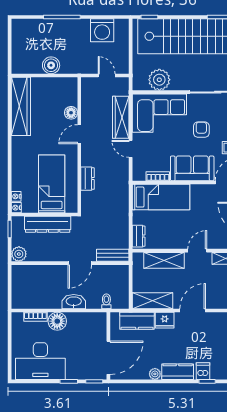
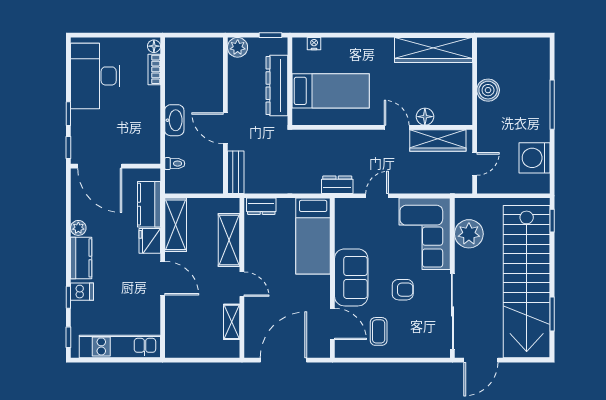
wardrobe: (121, 117) -> (438, 140), moved, turned 180
bookcase: (158, 176) -> (341, 232), removed
dresser: (87, 179) -> (337, 185), moved, turned 180
nightstand: (16, 208) -> (299, 44), removed
floor lamp: (57, 321) -> (154, 46), moved, width x0.53, depth x0.53

